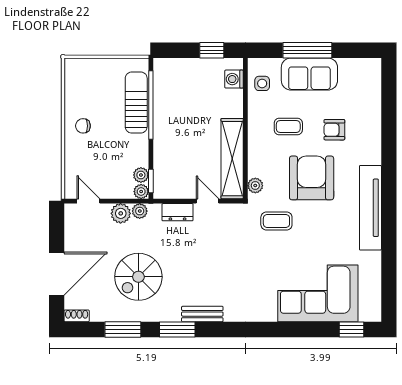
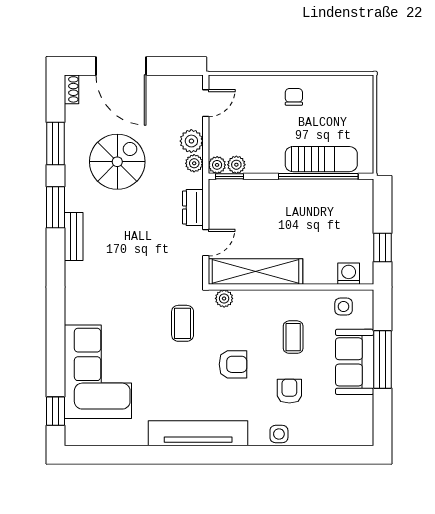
side table: (371, 139) -> (279, 434), added
armchair: (312, 178) -> (233, 364), width x0.53, depth x0.53
spiral stairs: (138, 277) -> (117, 162), turned 90

